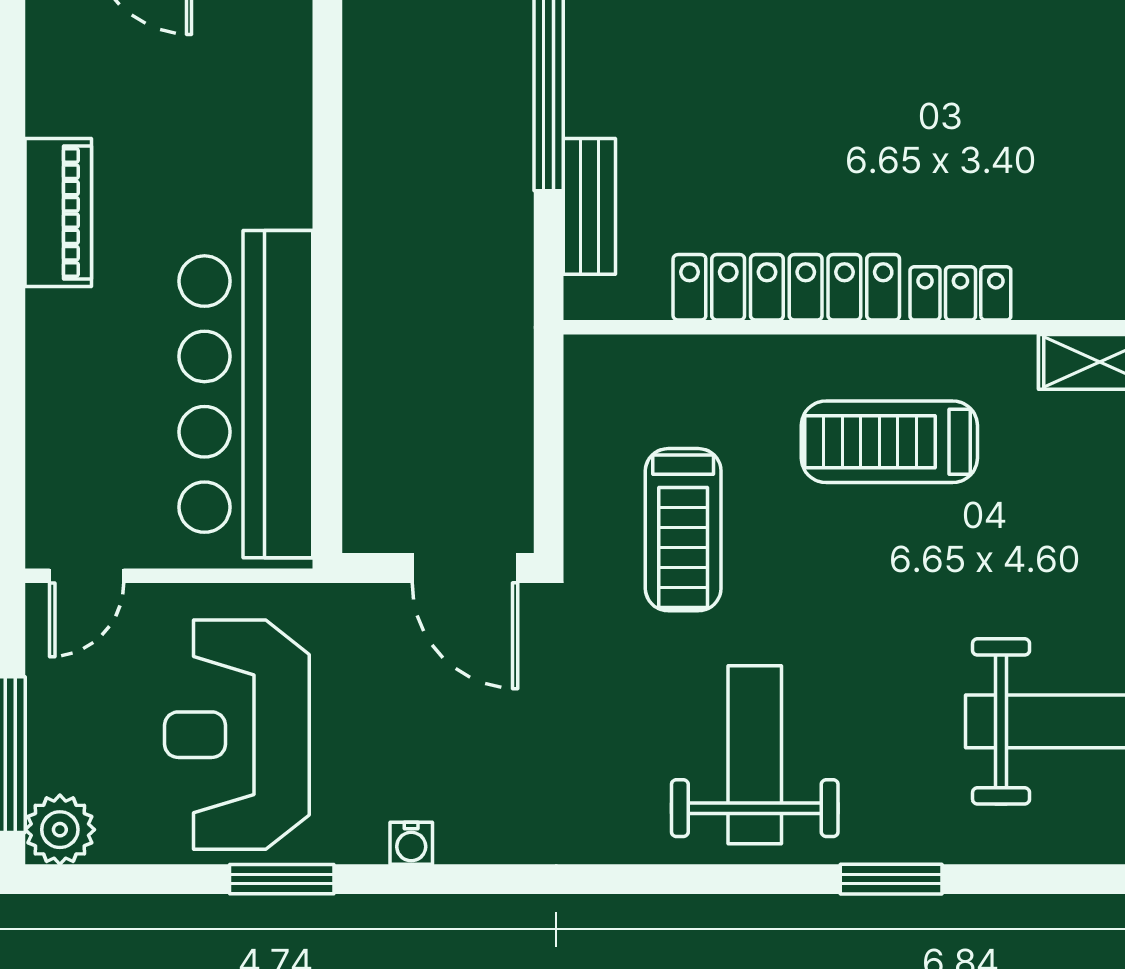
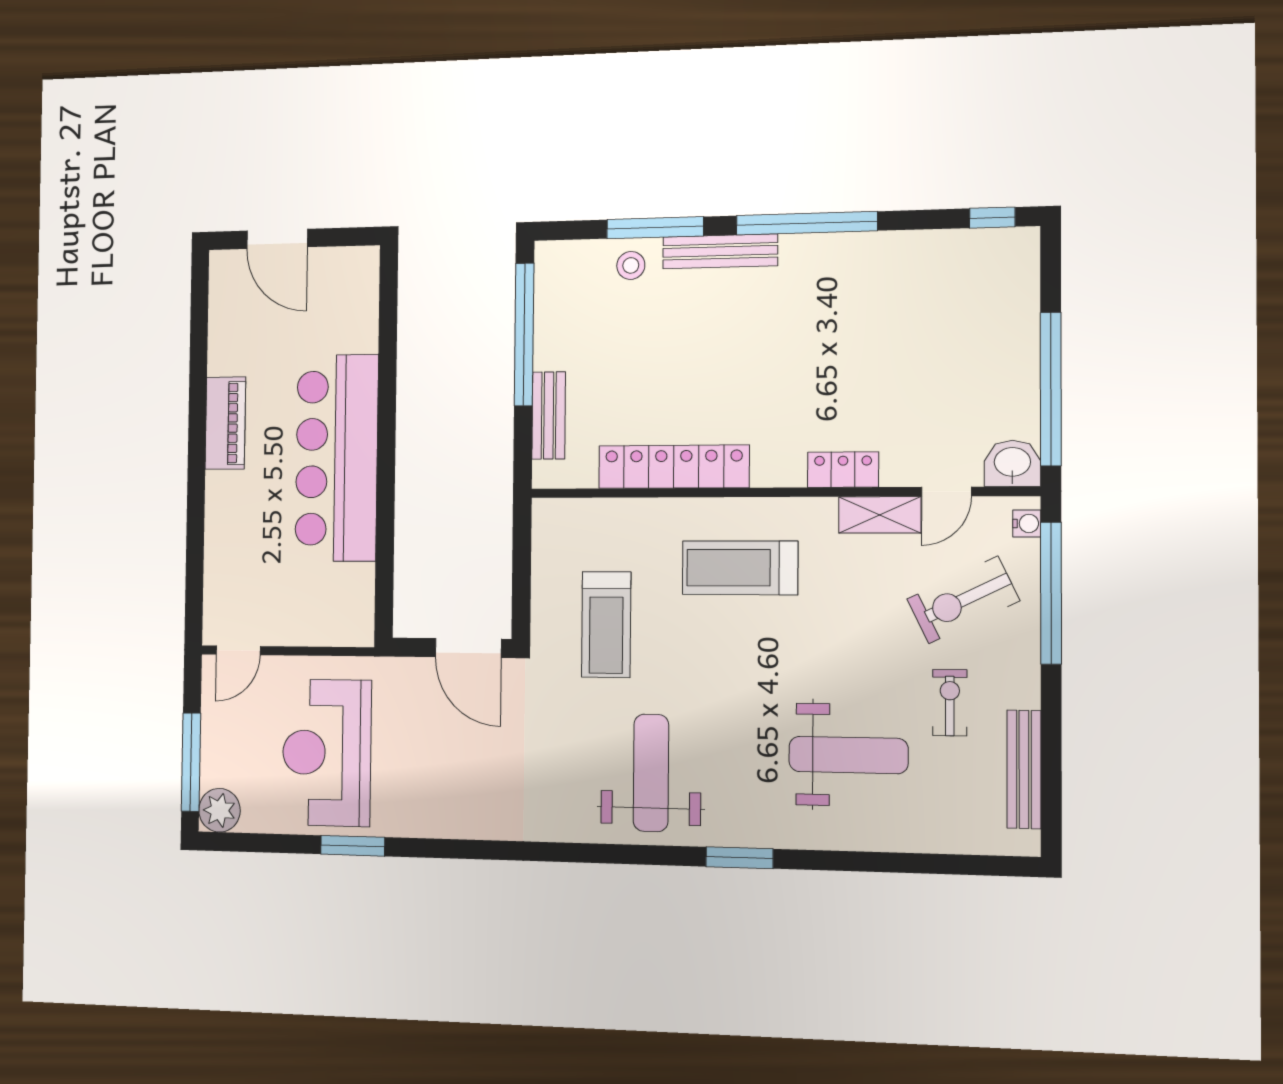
locker: (960, 293) -> (843, 470), moved
bar counter: (246, 394) -> (337, 458), moved
water cooler: (411, 843) -> (433, 825), removed

